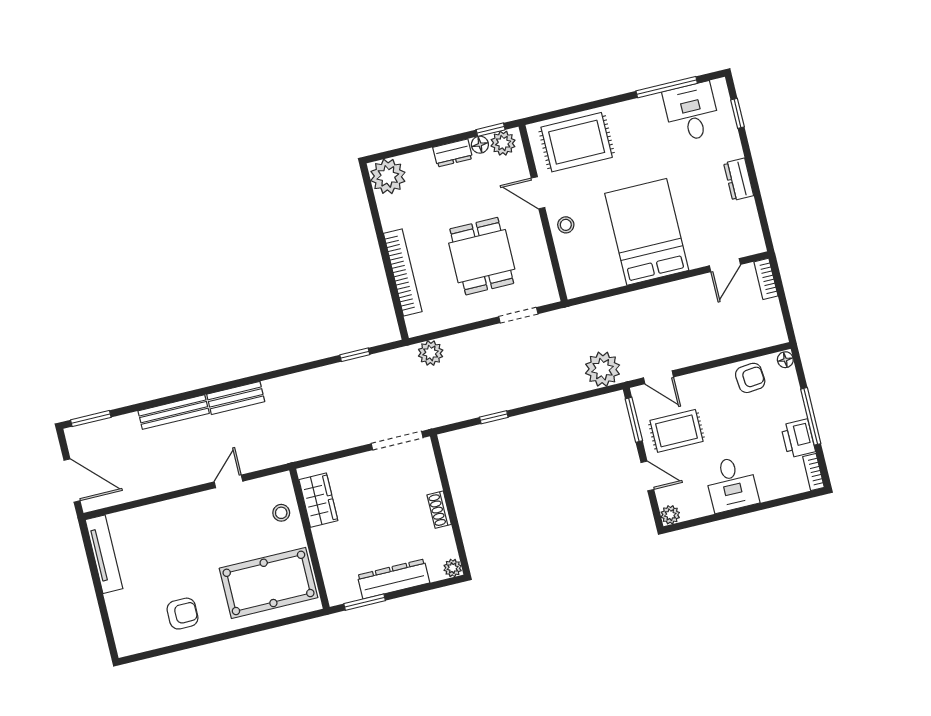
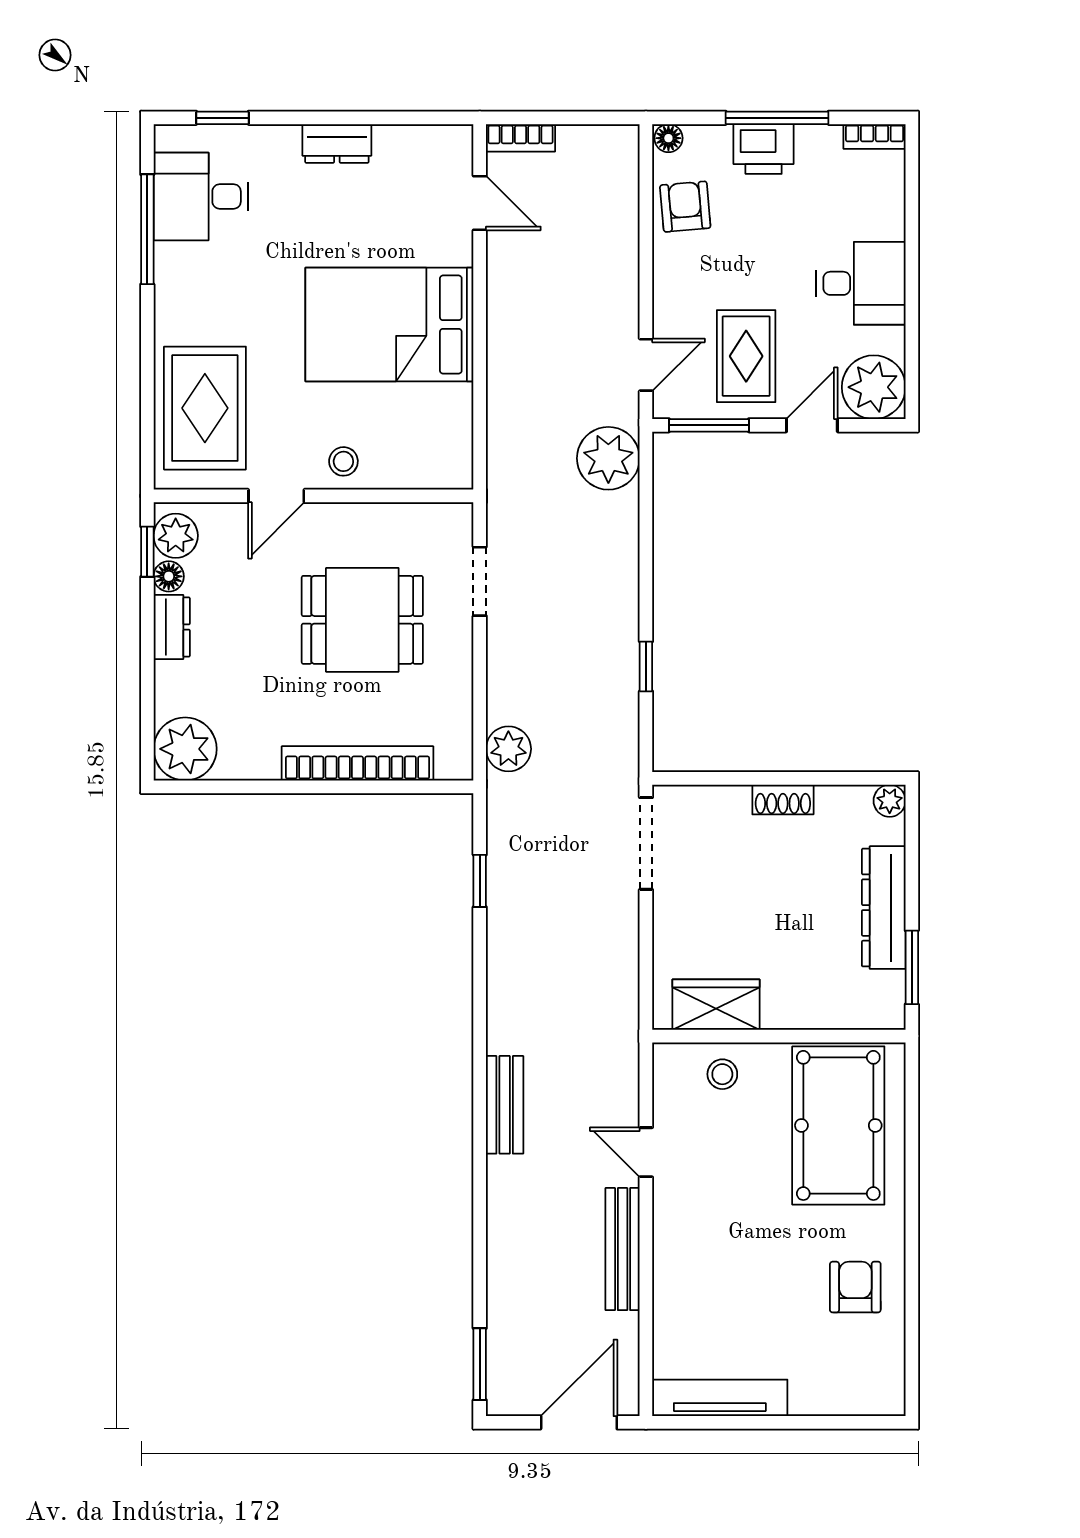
bench: (174, 412) -> (623, 1249), moved
printer: (798, 438) -> (764, 149), moved
plant: (670, 515) -> (874, 387), width x1.88, depth x1.88

